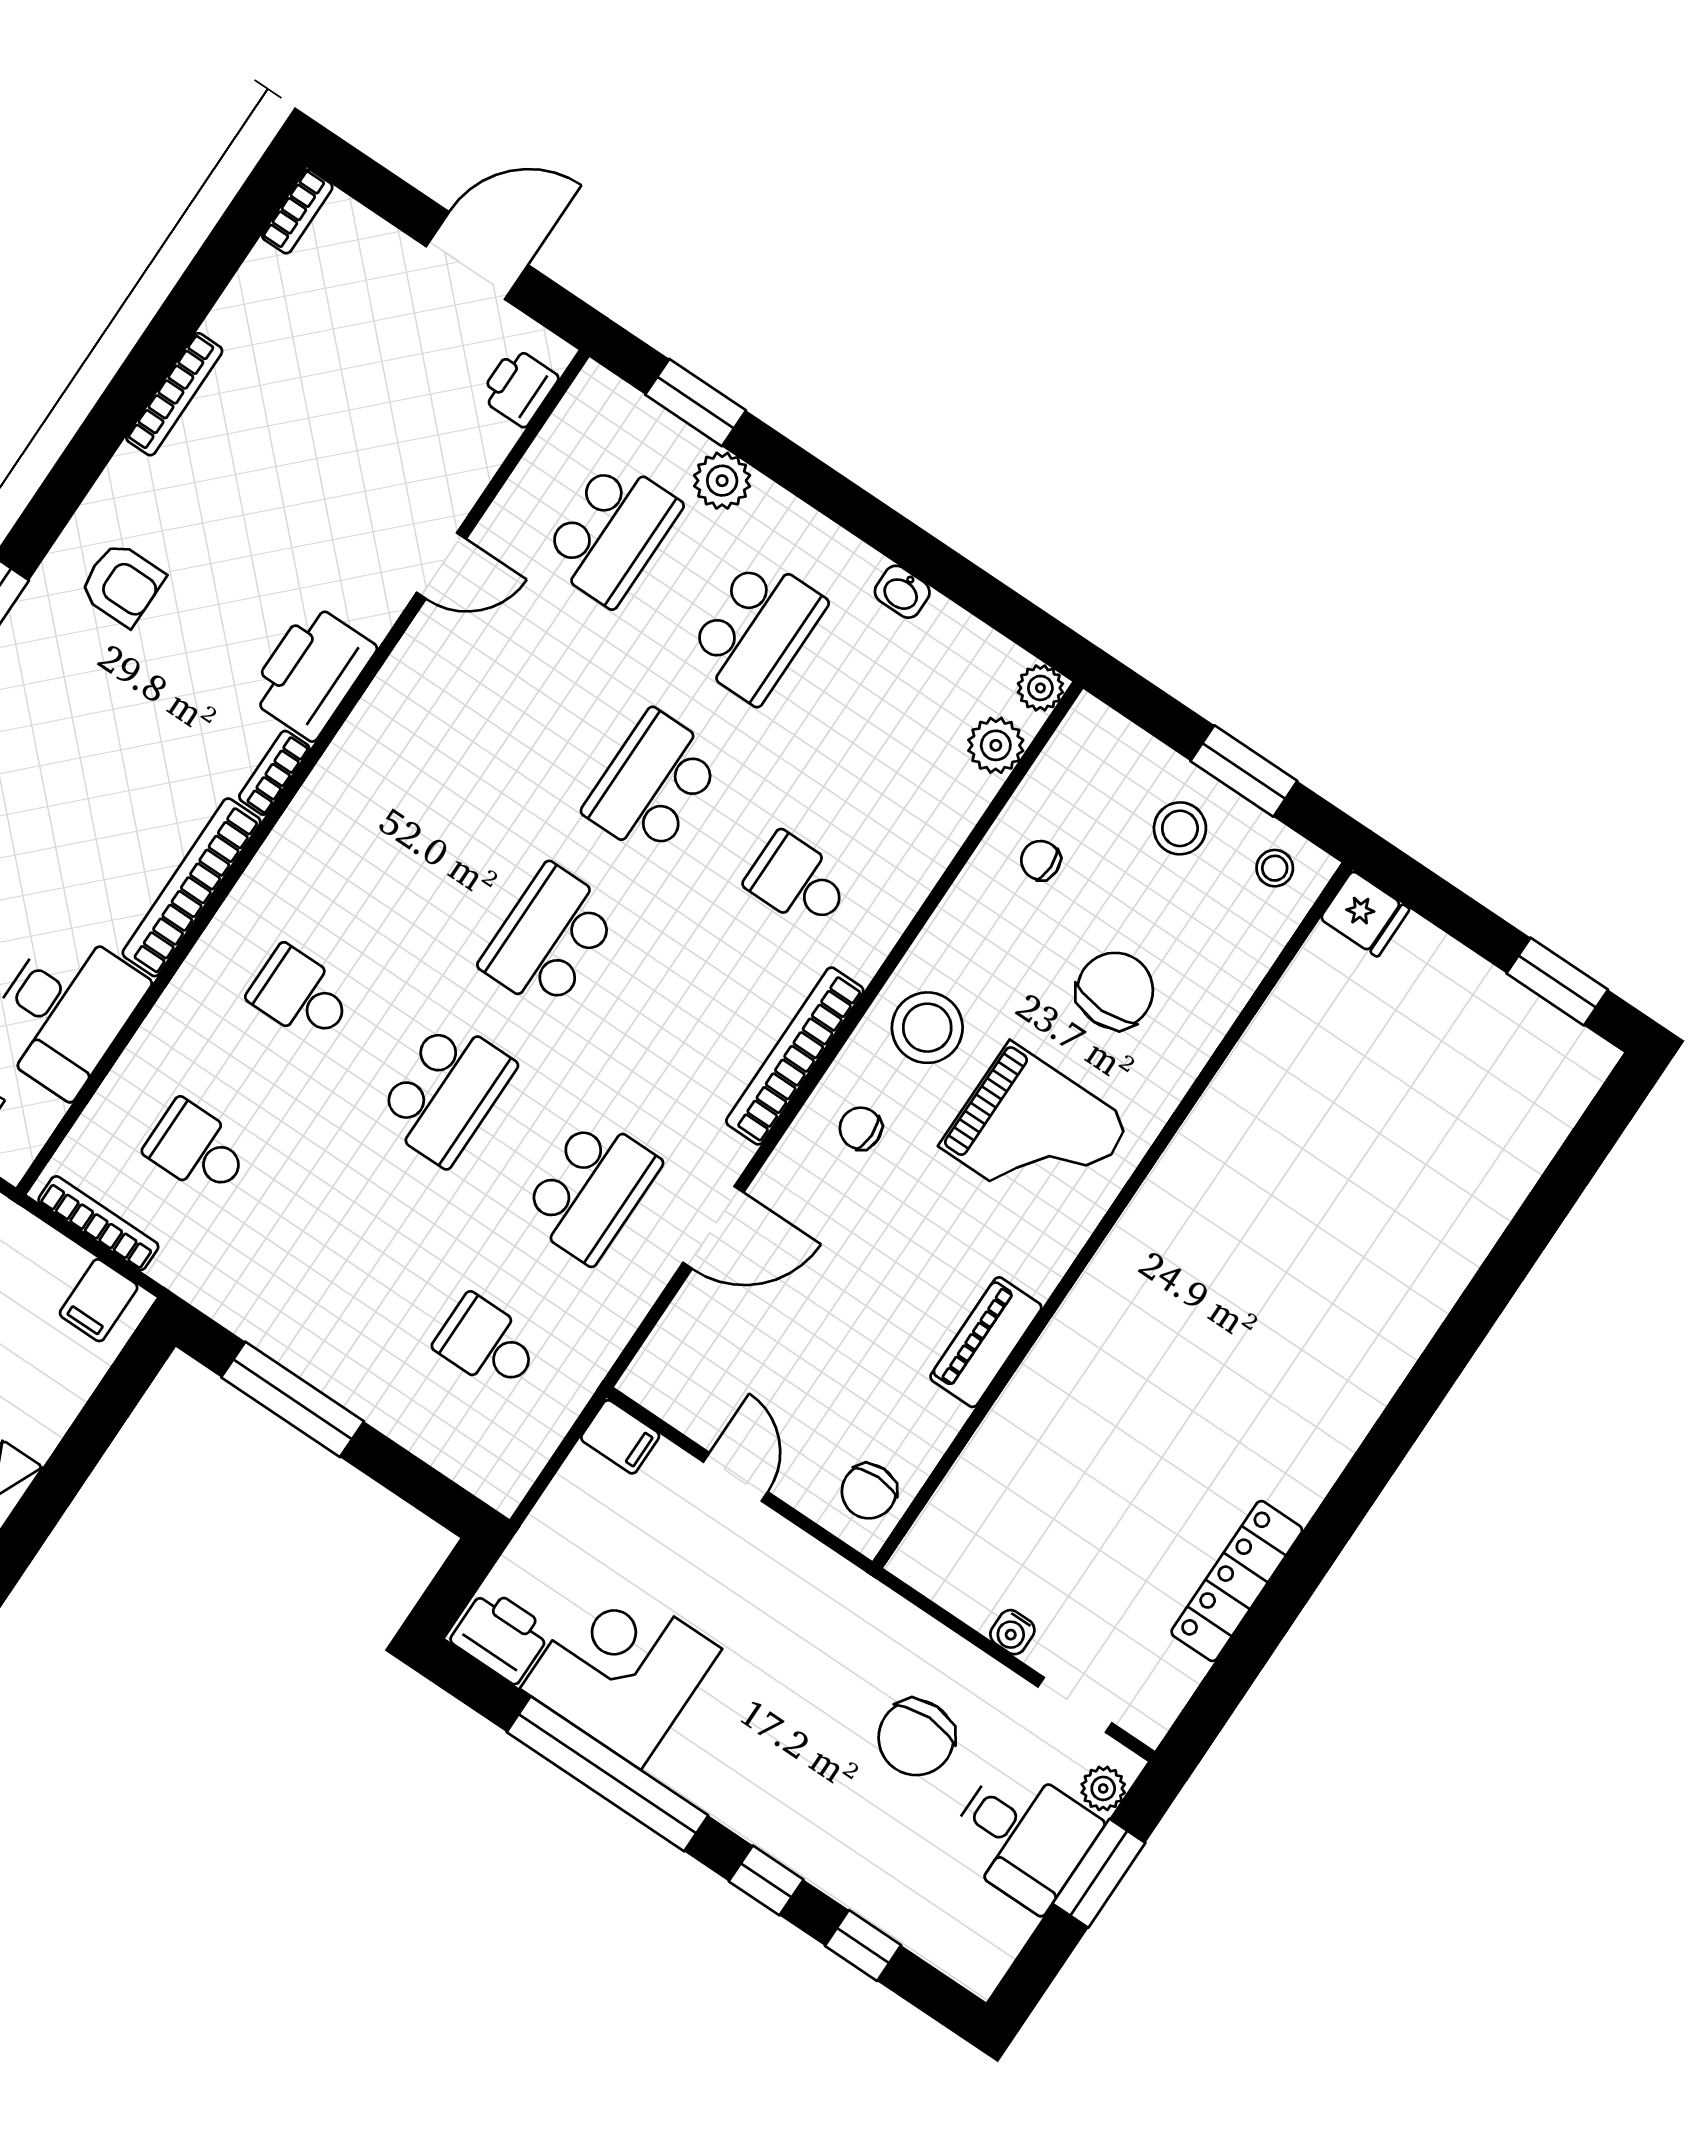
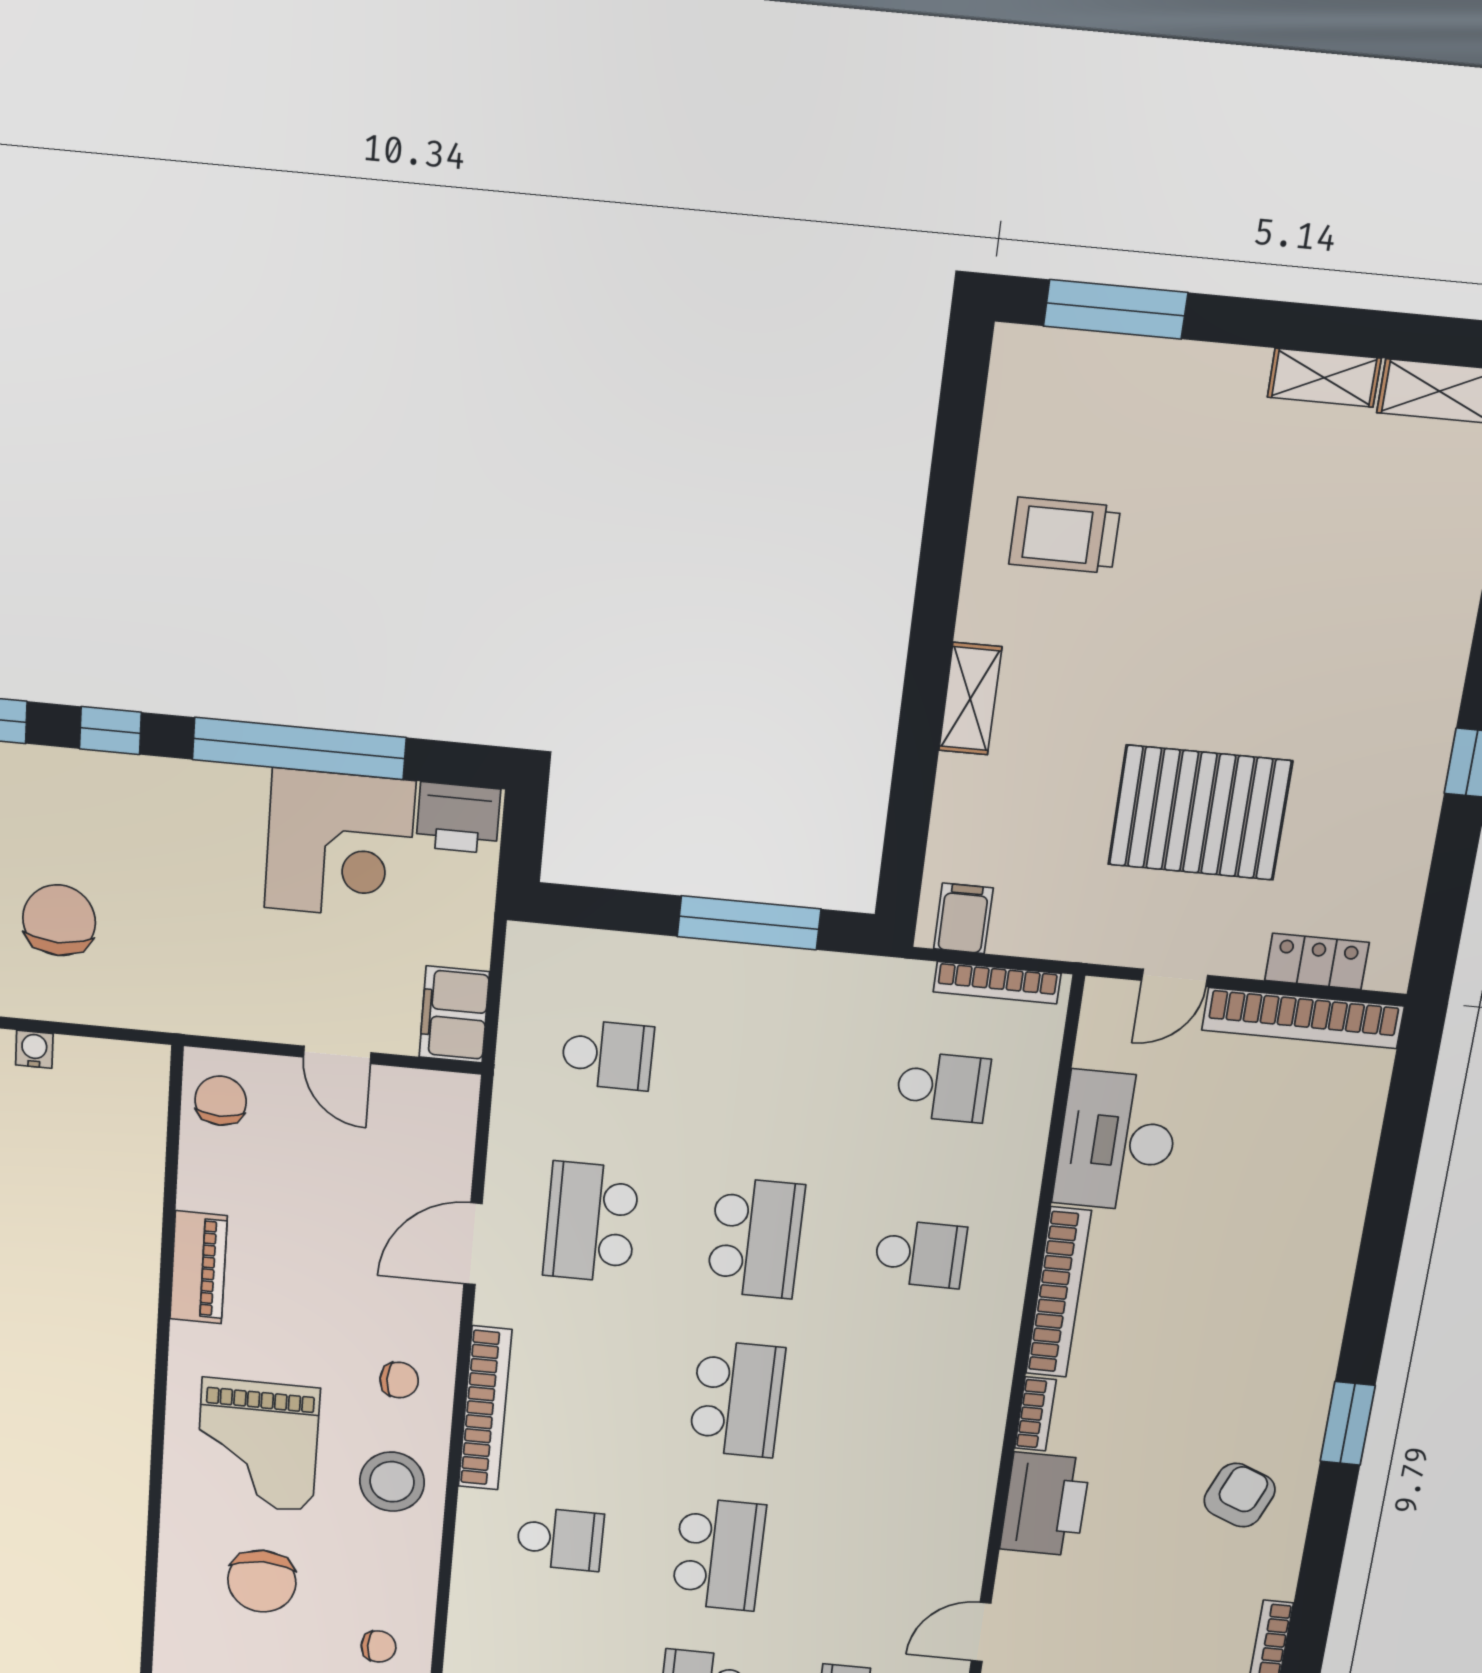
armchair: (122, 584) -> (1240, 1495), turned 112
school desk: (446, 1092) -> (756, 1238), turned 180
grand piano: (1035, 1134) -> (258, 1445), turned -90
filing cabinet: (620, 1437) -> (454, 1014), width x2.00

